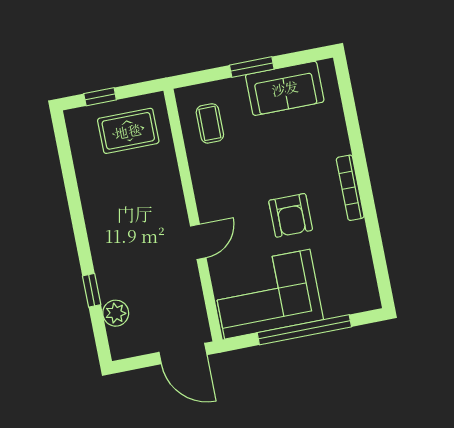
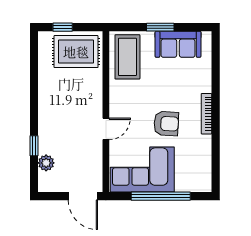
coffee table: (210, 123) -> (127, 57), width x1.86, depth x1.72
rug: (128, 131) -> (76, 52), width x1.36, depth x1.43
armchair: (291, 215) -> (166, 124), turned -87

